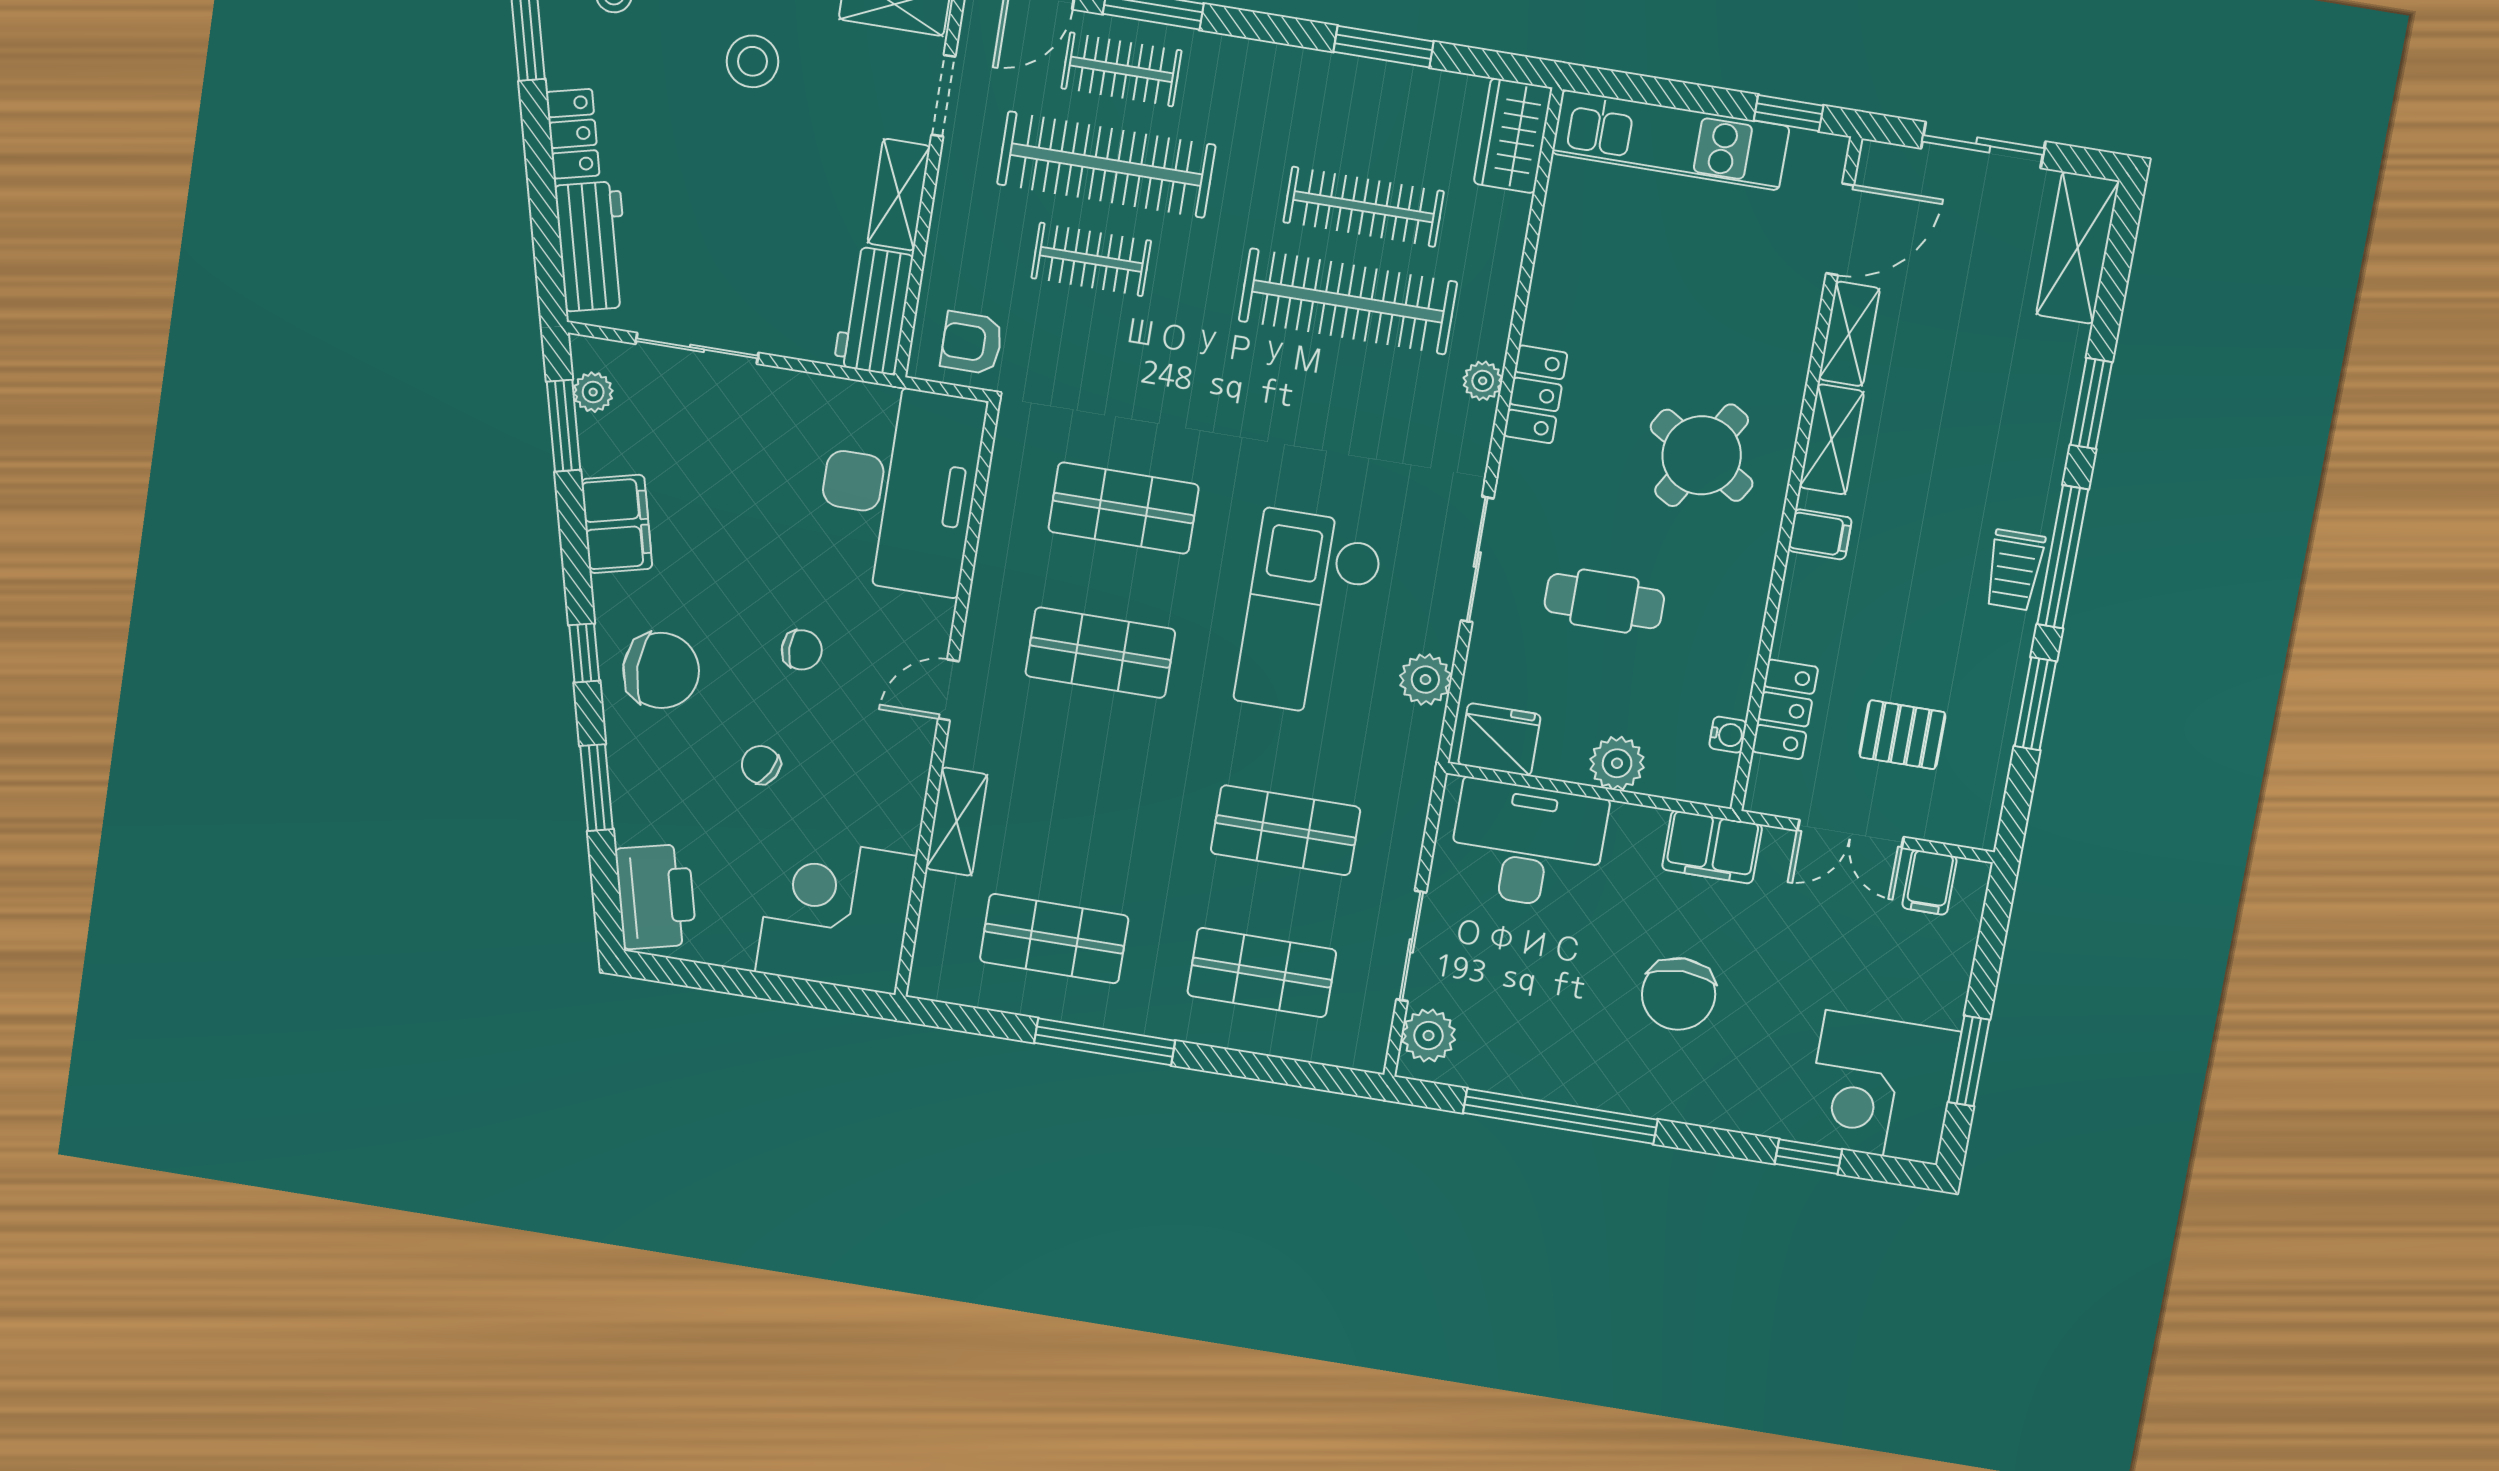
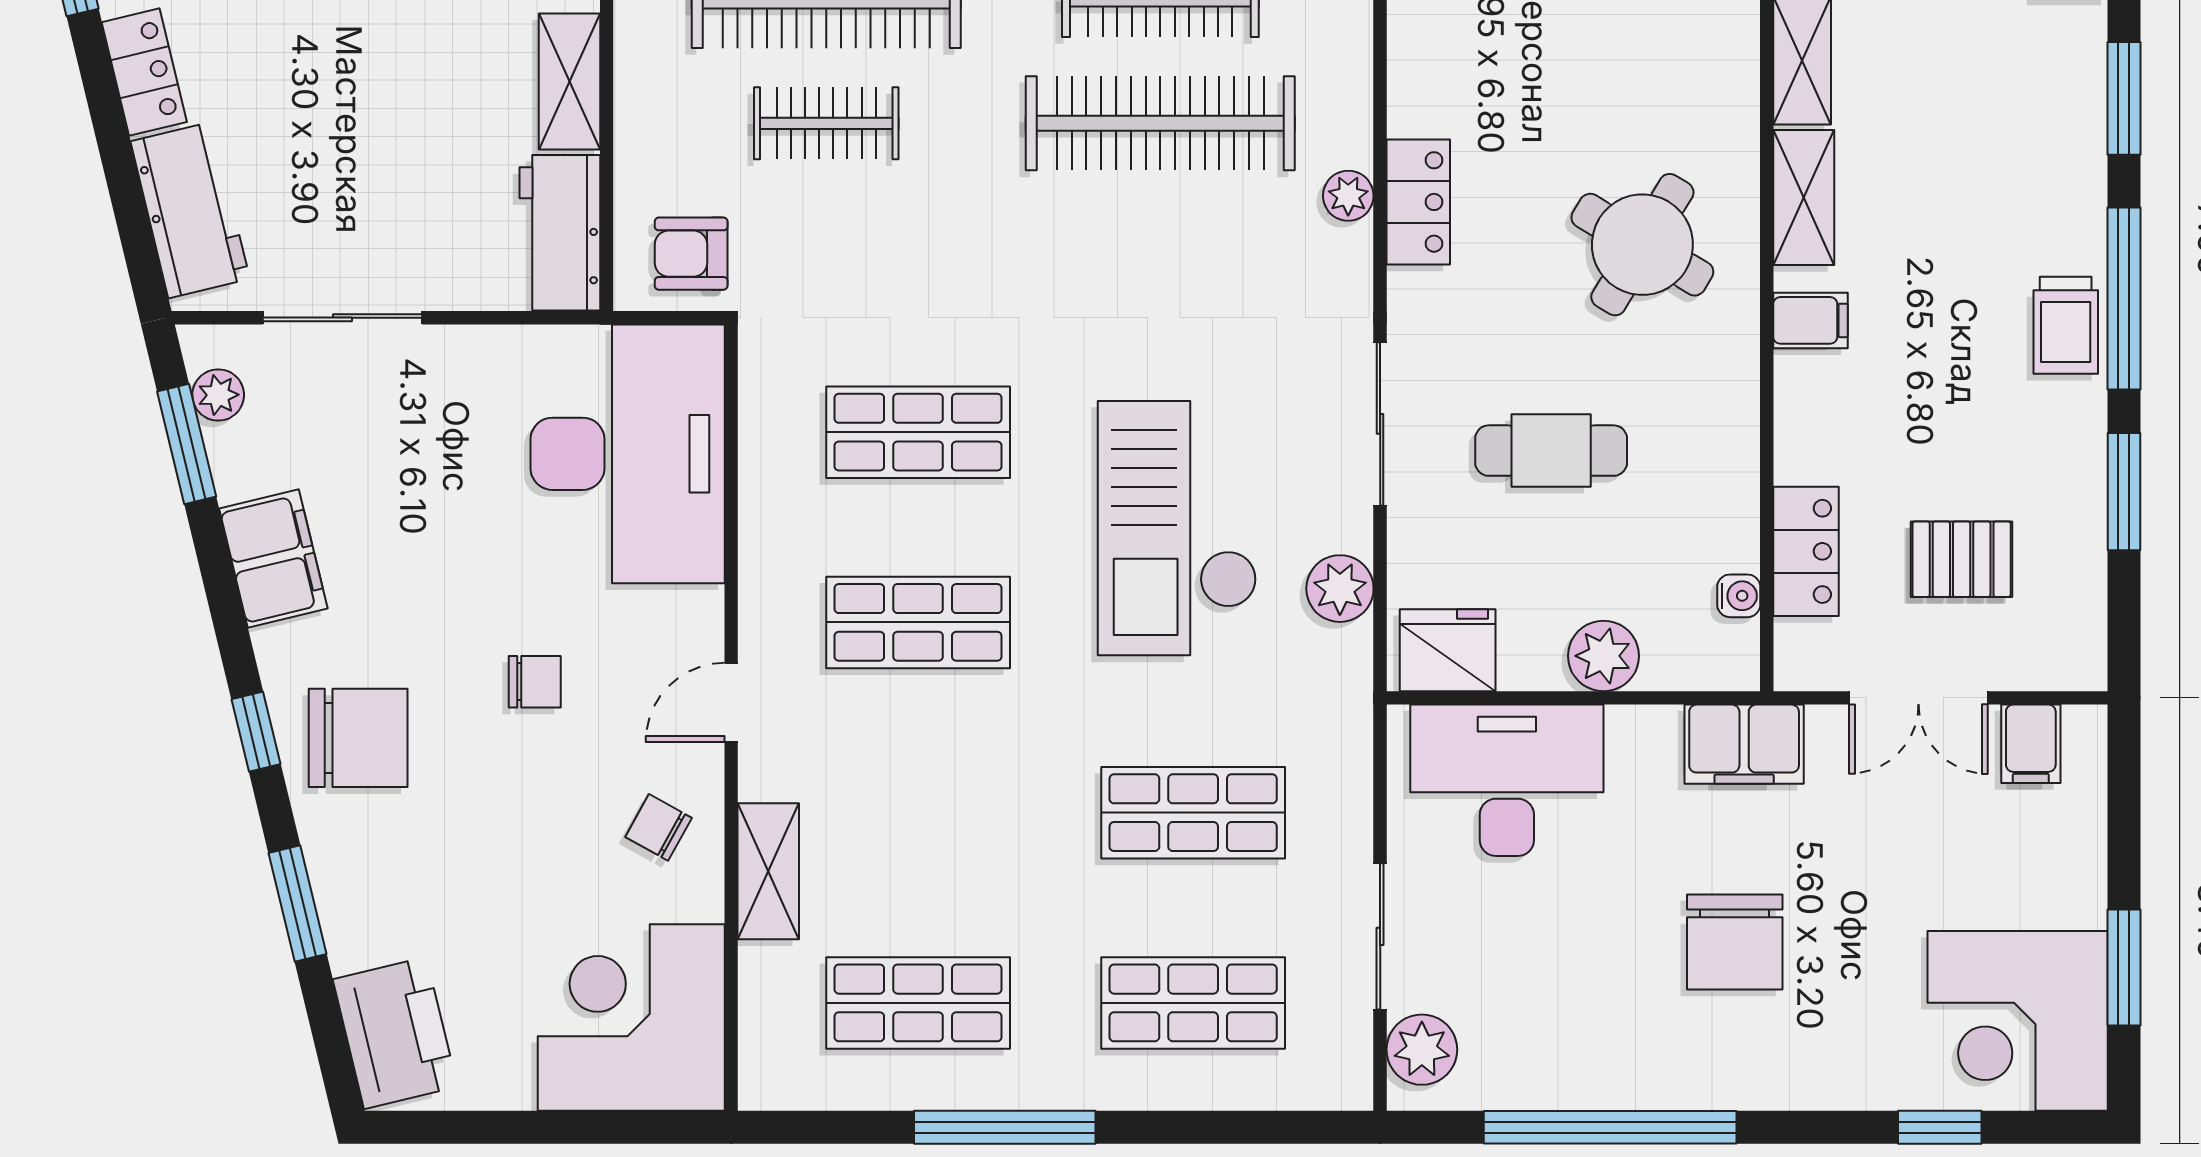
chair: (761, 765) -> (659, 827), moved

